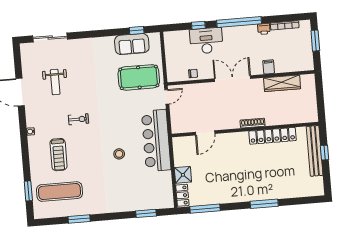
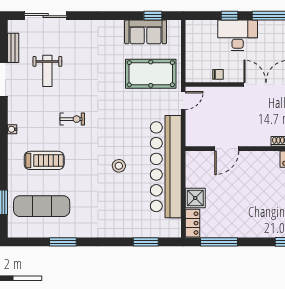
bench: (26, 66) -> (13, 48), added
bar counter: (156, 140) -> (166, 167), width x1.36
treadmill: (59, 155) -> (44, 160), turned -90

